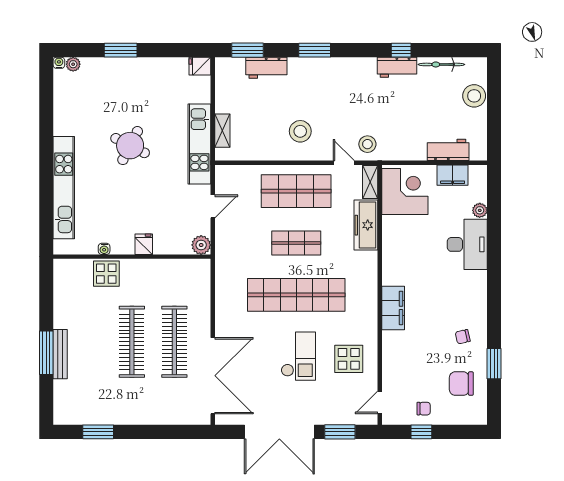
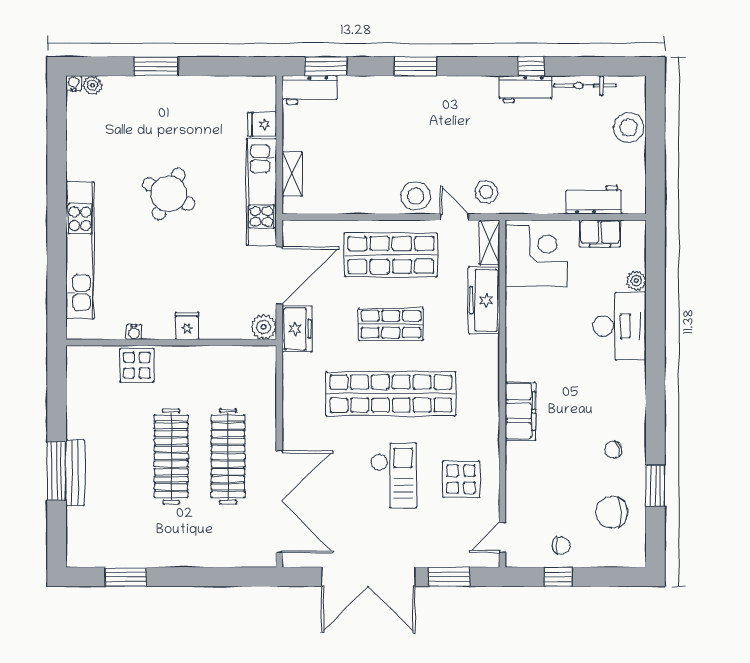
fridge: (200, 66) -> (262, 124), moved
workbench: (266, 68) -> (310, 90), moved
stool: (300, 131) -> (416, 196), moved
door: (213, 206) -> (279, 275), width x1.87
freezer: (226, 246) -> (297, 329), added

